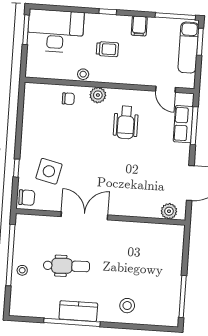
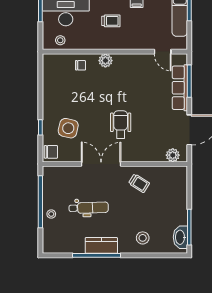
stool: (83, 74) -> (60, 40), moved
wheelchair: (126, 122) -> (121, 125), moved, turned 180
row of seats: (183, 124) -> (180, 88), width x1.48
trolley: (127, 241) -> (139, 183), added
washbasin: (171, 308) -> (180, 237), added

